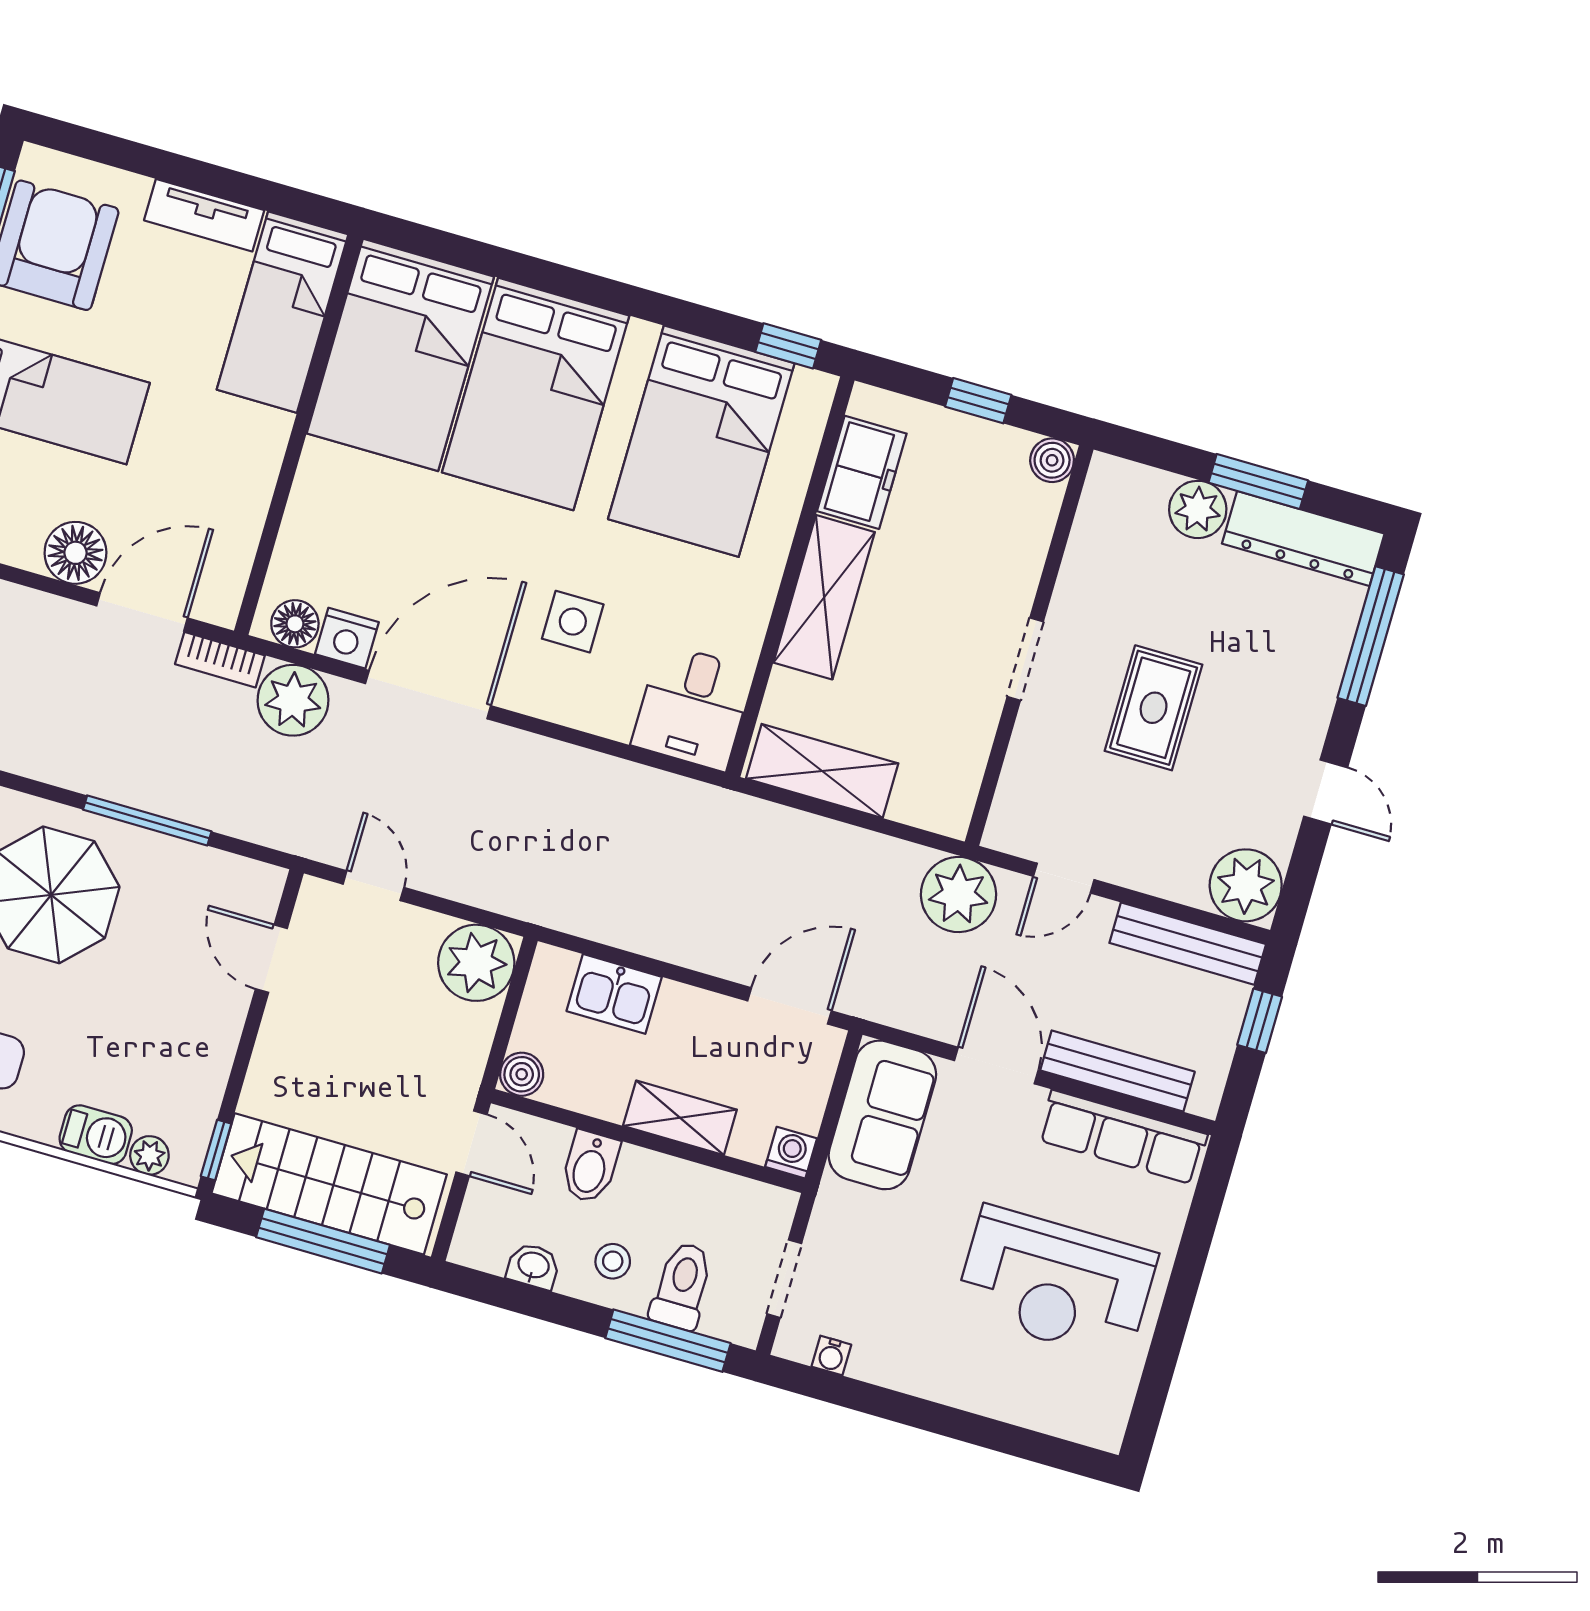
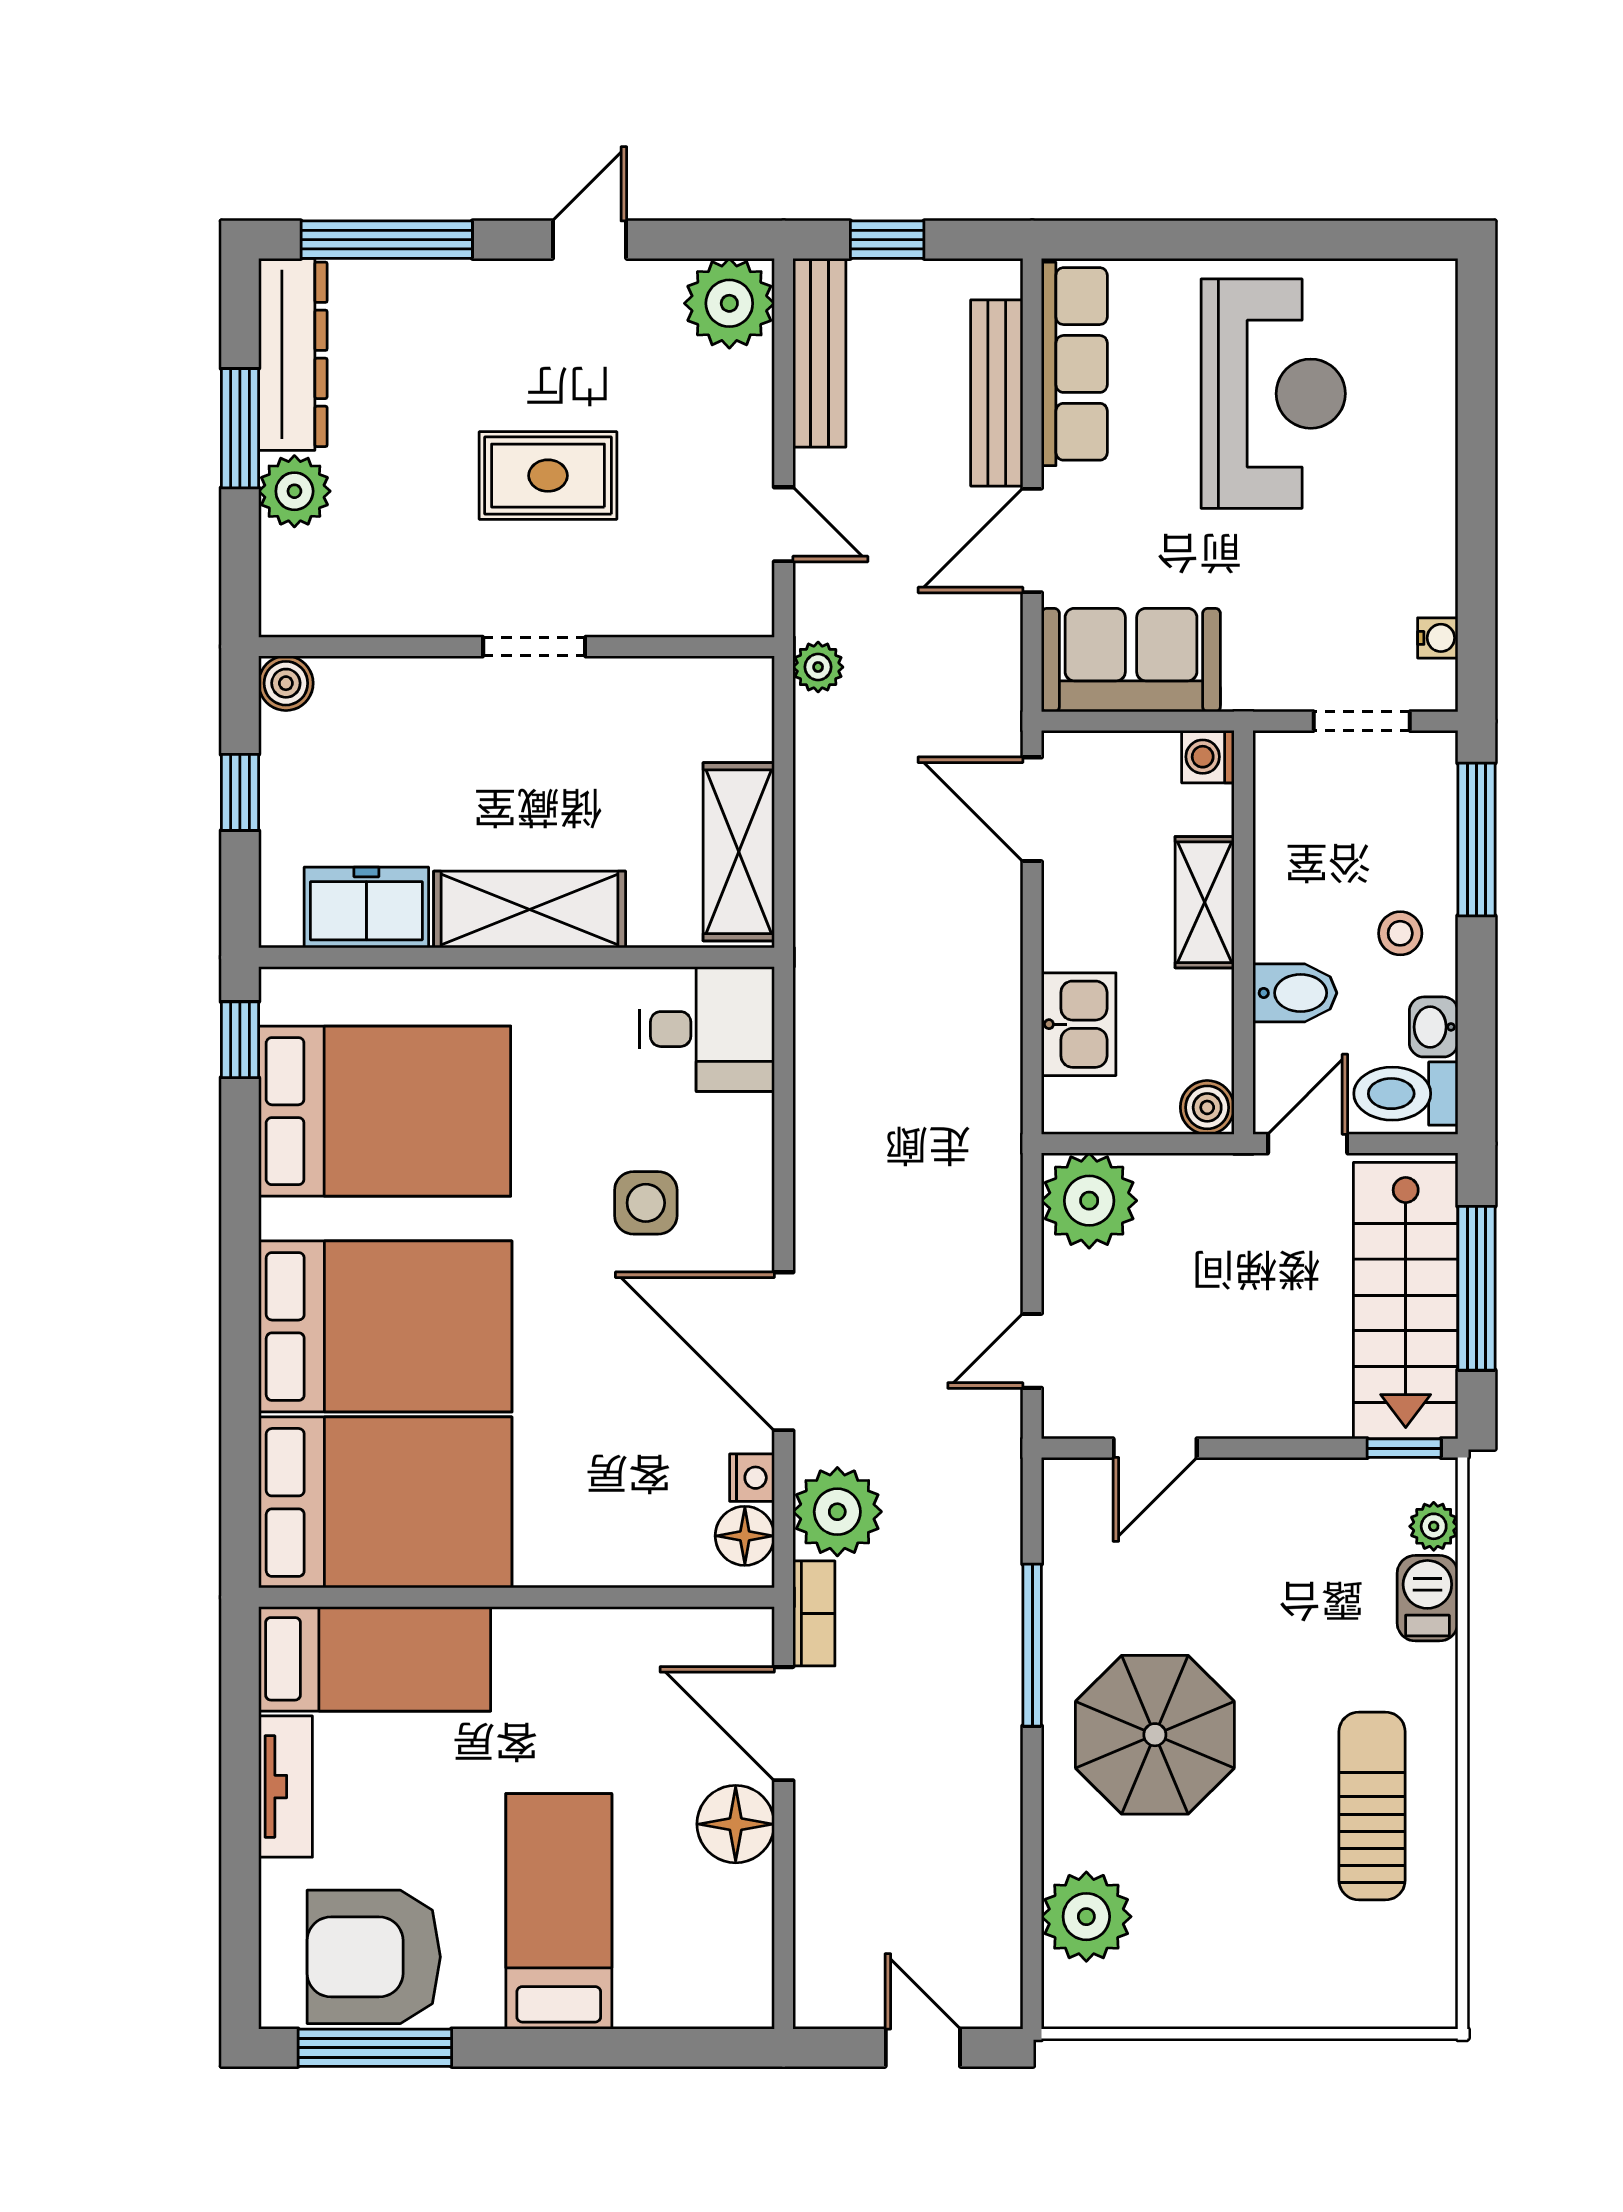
nightstand: (347, 638) -> (752, 1478), width x0.72, depth x0.74
plant: (958, 895) -> (818, 667), width x0.53, depth x0.53
toilet: (682, 1286) -> (1406, 1094), moved

